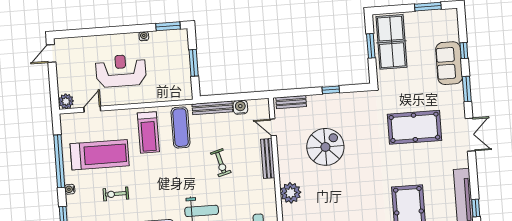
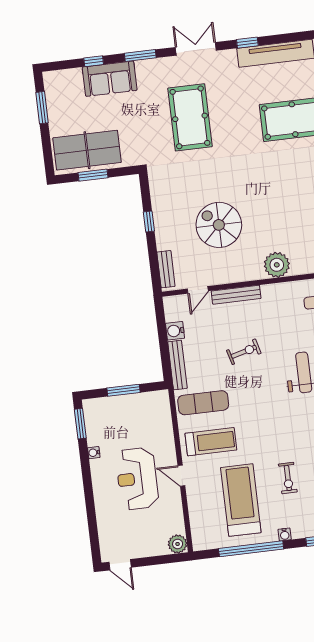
door: (92, 109) -> (181, 476), moved
window: (476, 208) -> (247, 43), moved

